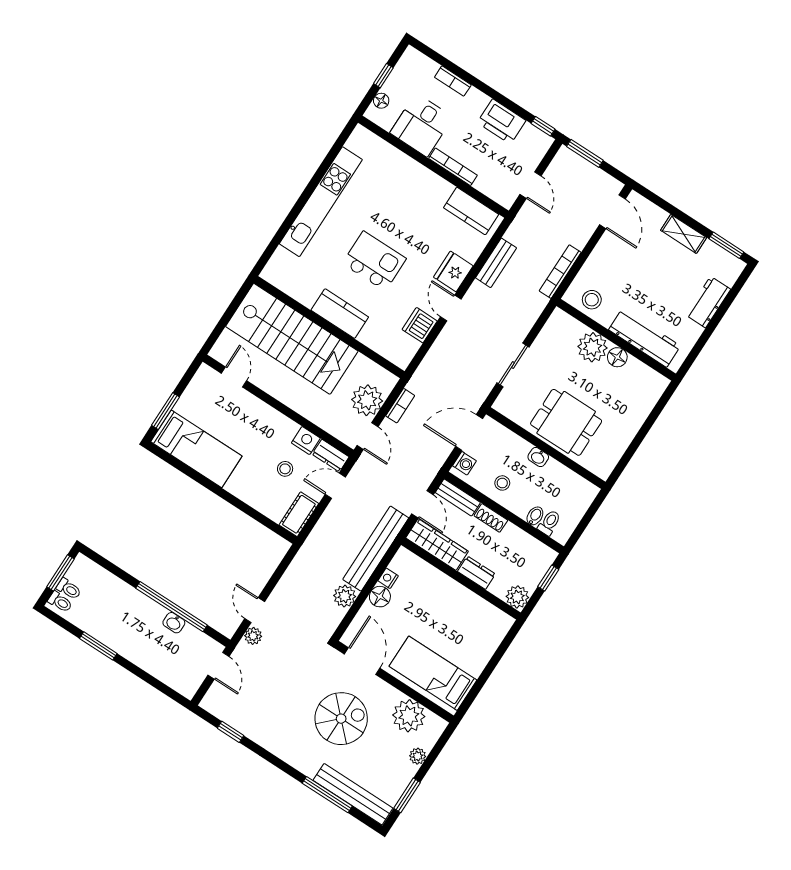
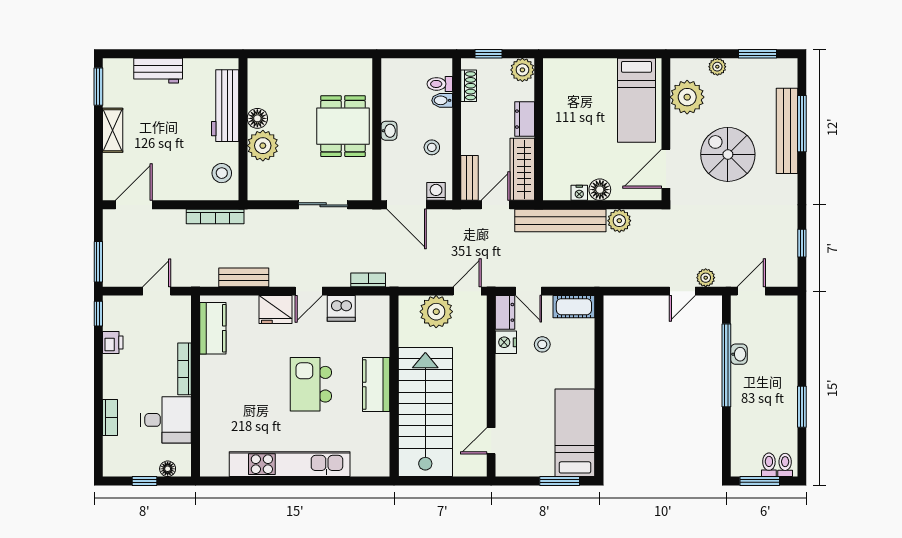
printer: (502, 122) -> (113, 343), width x0.53, depth x0.68
bookcase: (400, 406) -> (368, 280), moved
shoe rack: (491, 518) -> (469, 86), moved
bench: (353, 794) -> (787, 131), moved

